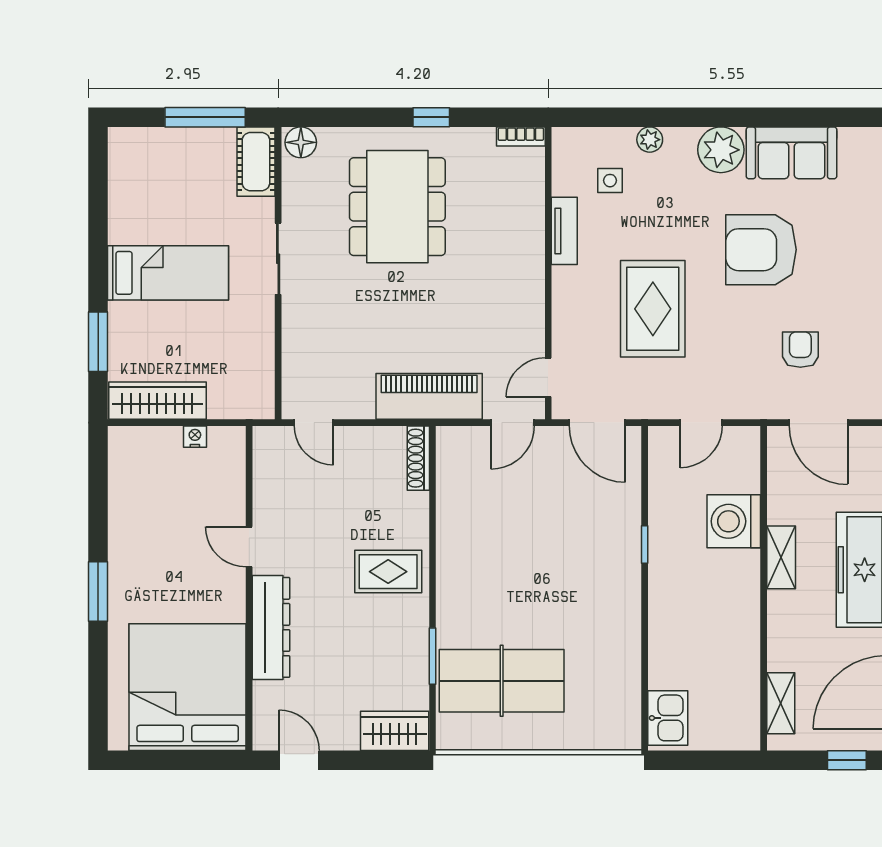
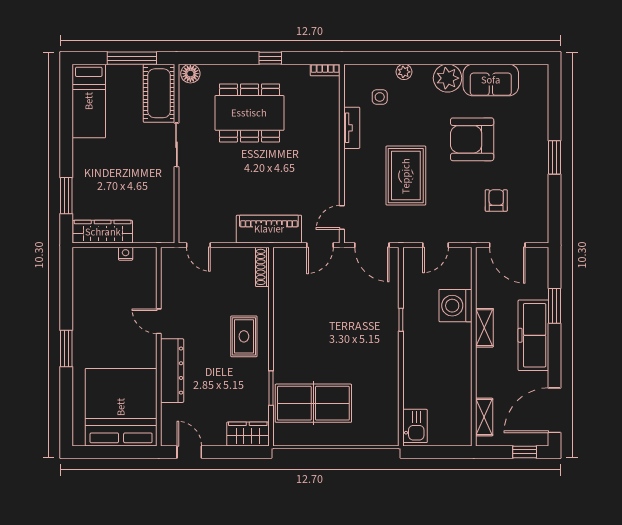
cot: (256, 162) -> (159, 93), width x1.37, depth x1.34
dining table: (397, 207) -> (249, 113), turned 90
bed: (168, 273) -> (89, 101), moved, turned 90
rug: (388, 572) -> (244, 336), turned 90

